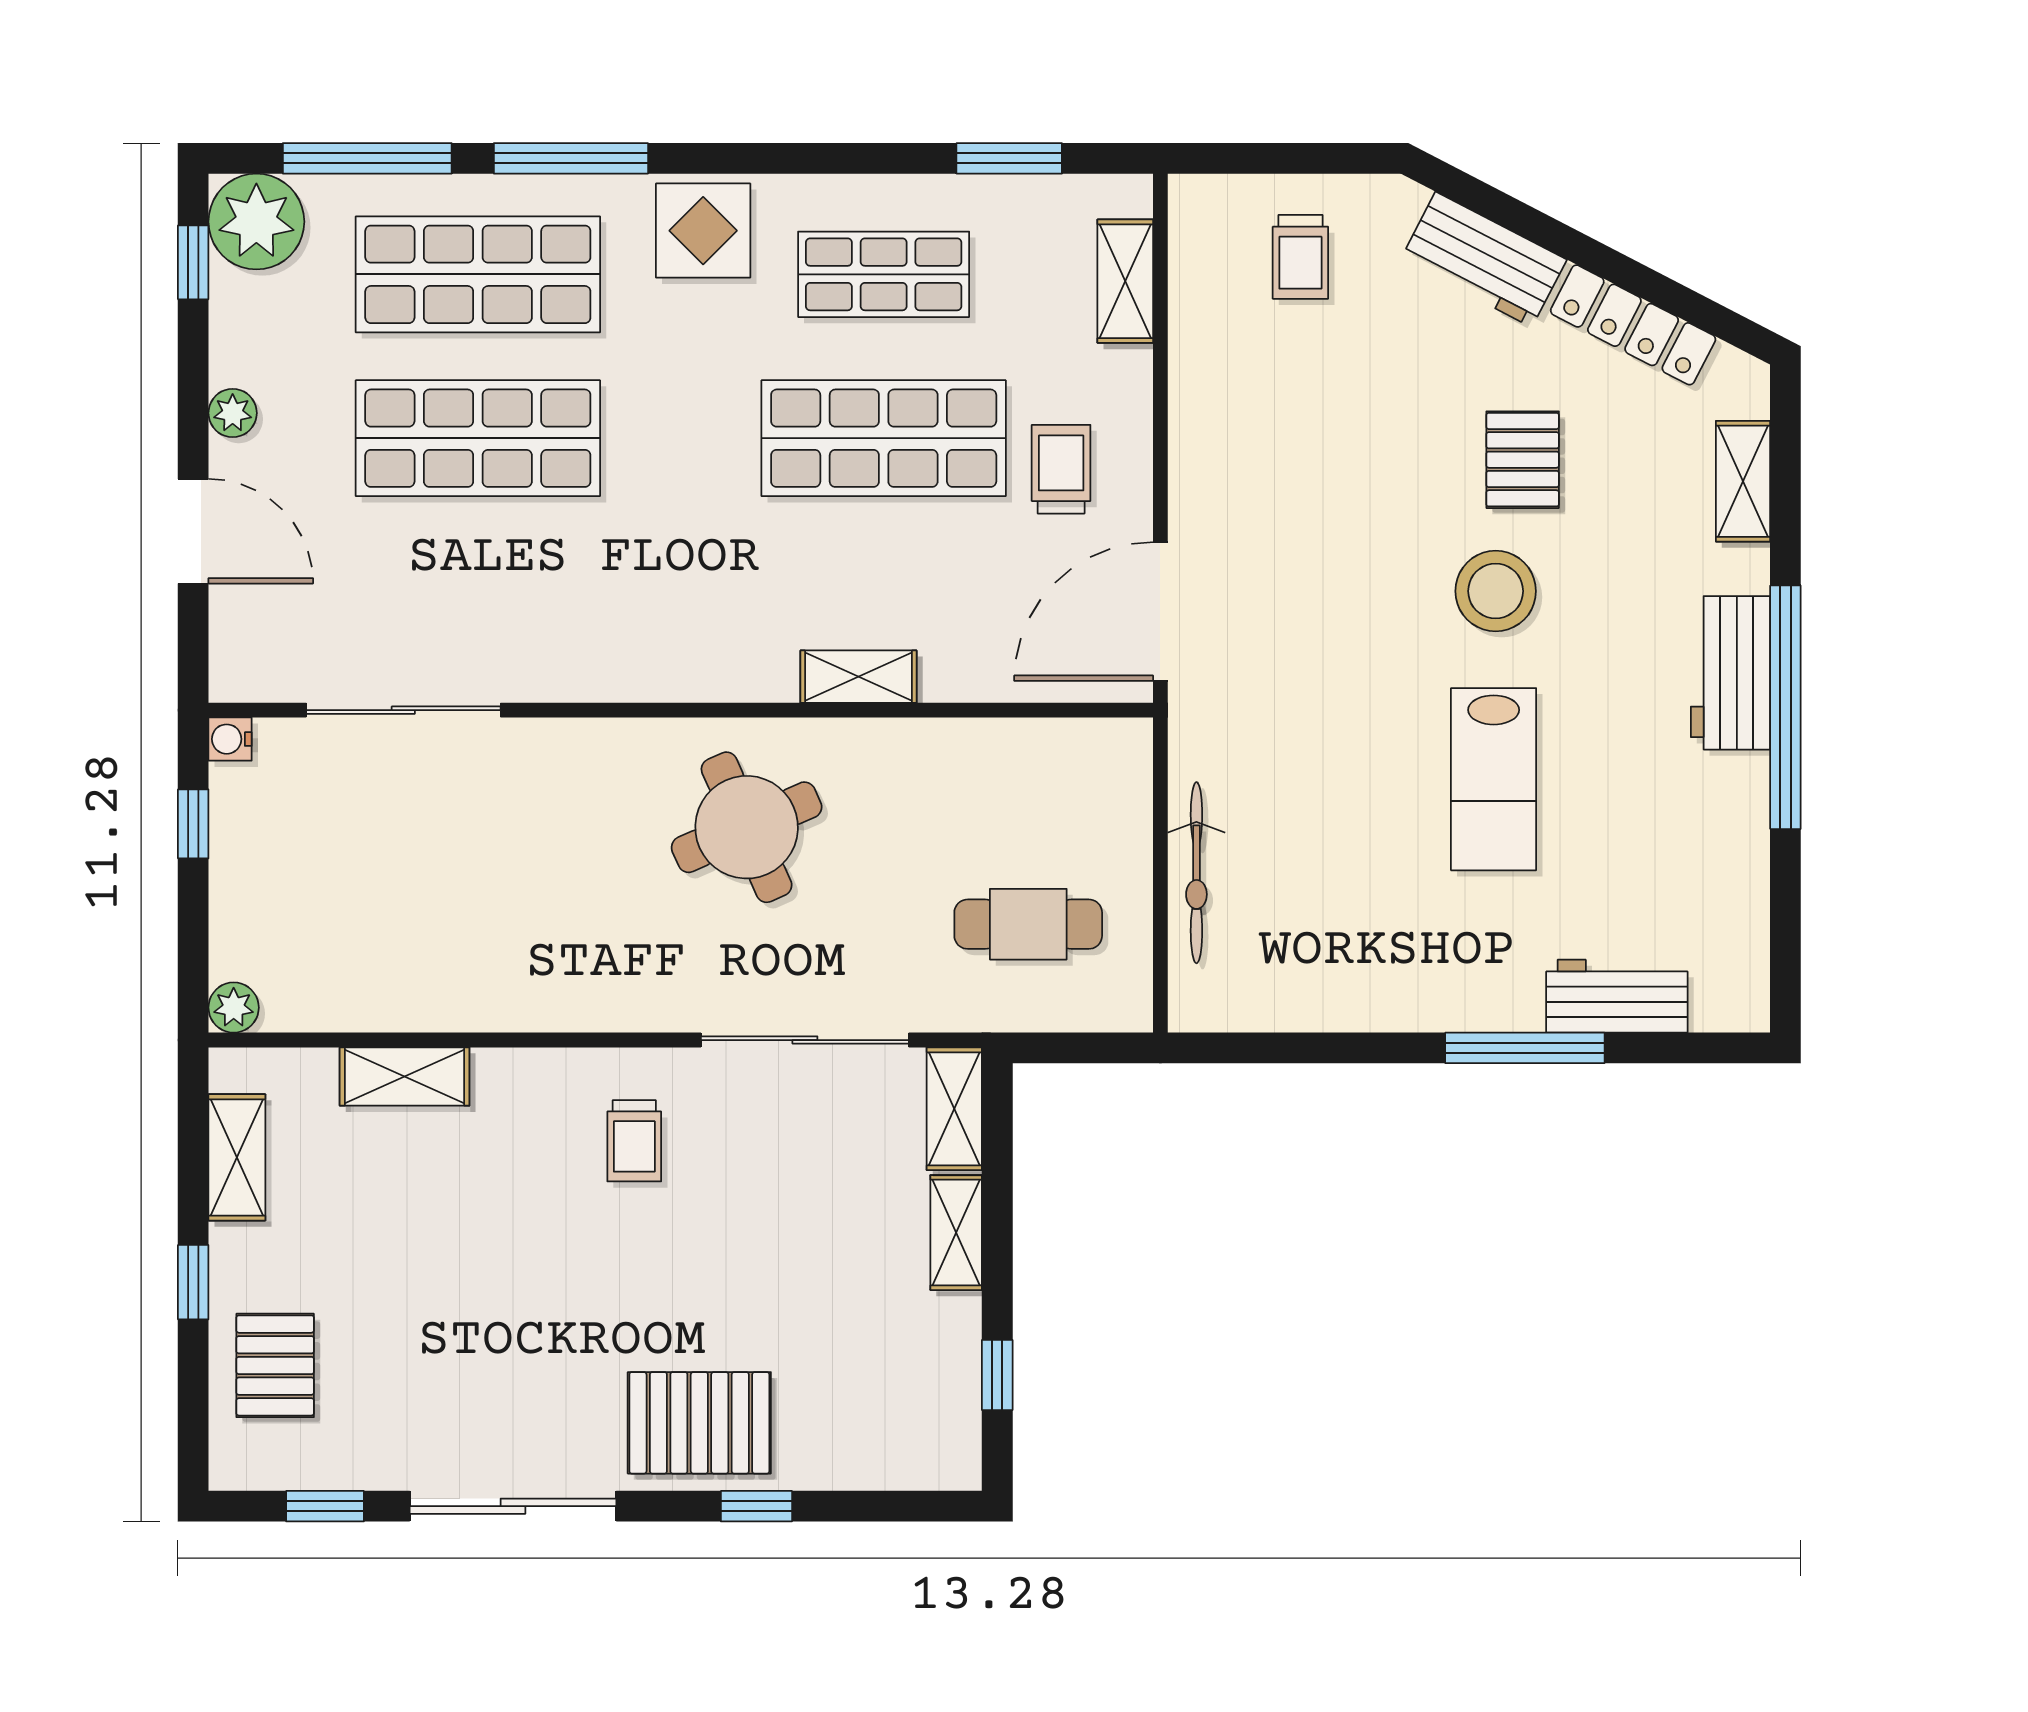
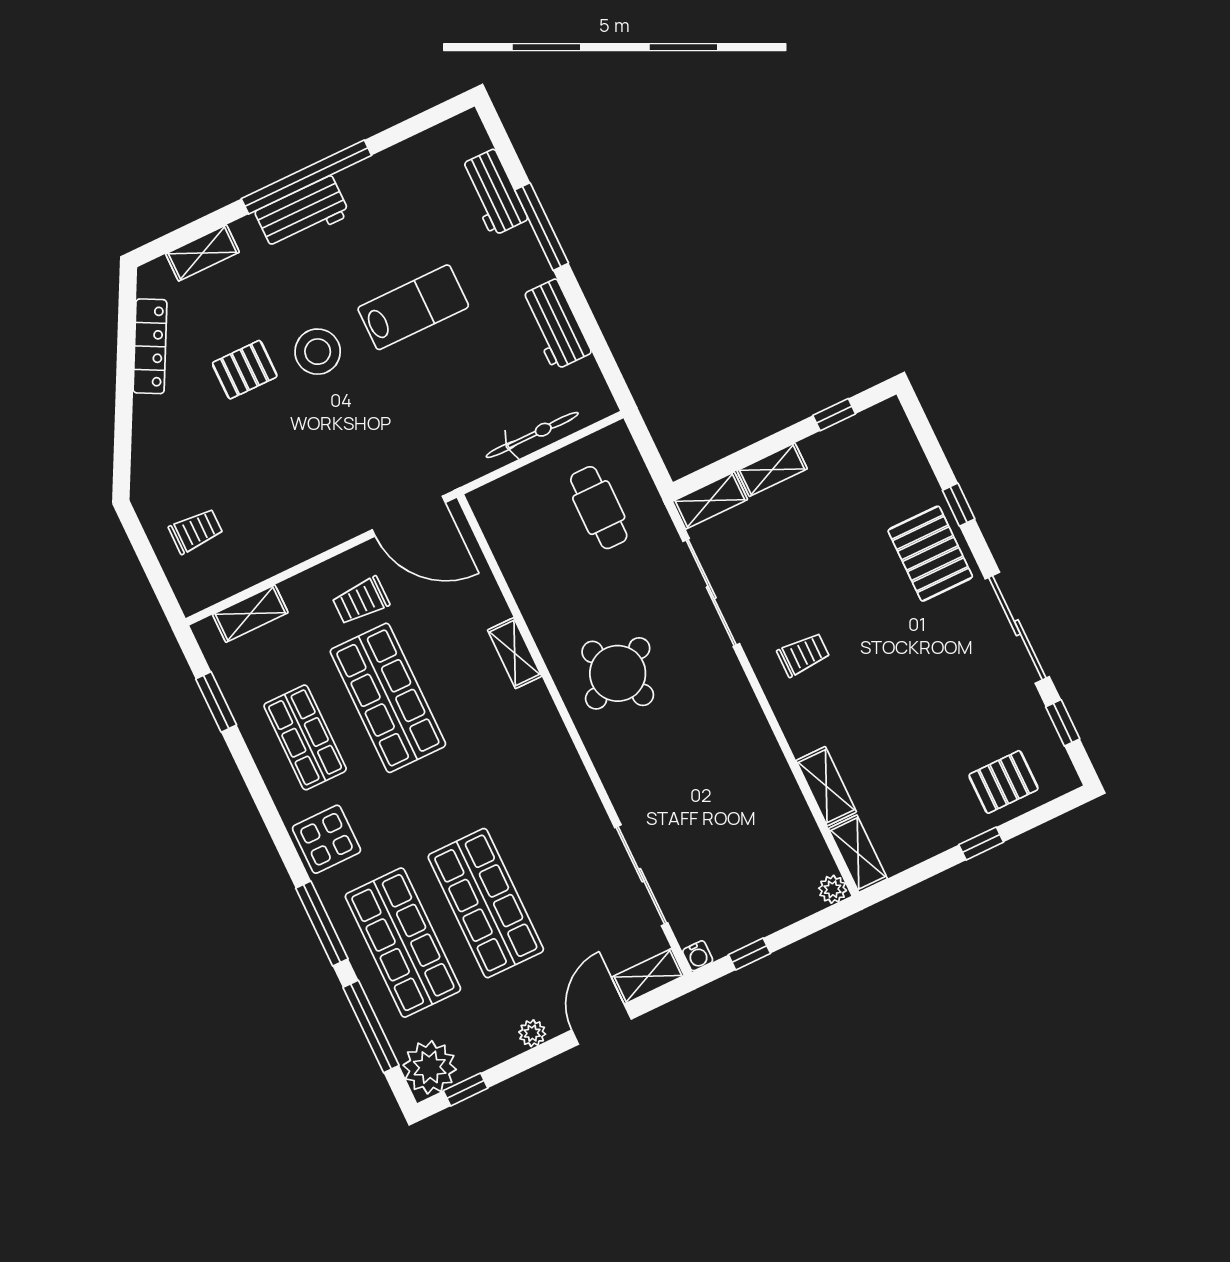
workbench: (1484, 260) -> (555, 325), moved, turned 153
shelving: (235, 643) -> (648, 976), added
shelving: (237, 1157) -> (858, 854), moved, turned 90

